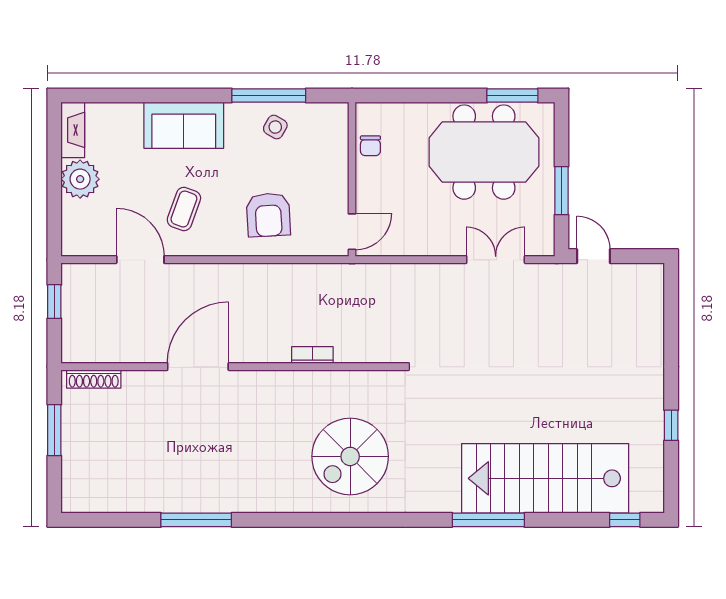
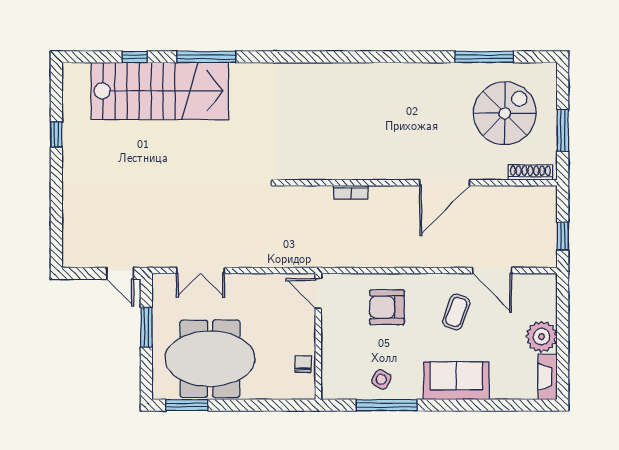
armchair: (268, 215) -> (387, 307), turned -87
door: (352, 232) -> (318, 293), hinge flipped
spiral stairs: (350, 456) -> (505, 113), moved
window: (196, 520) -> (484, 57), moved
window: (625, 520) -> (135, 57), moved

